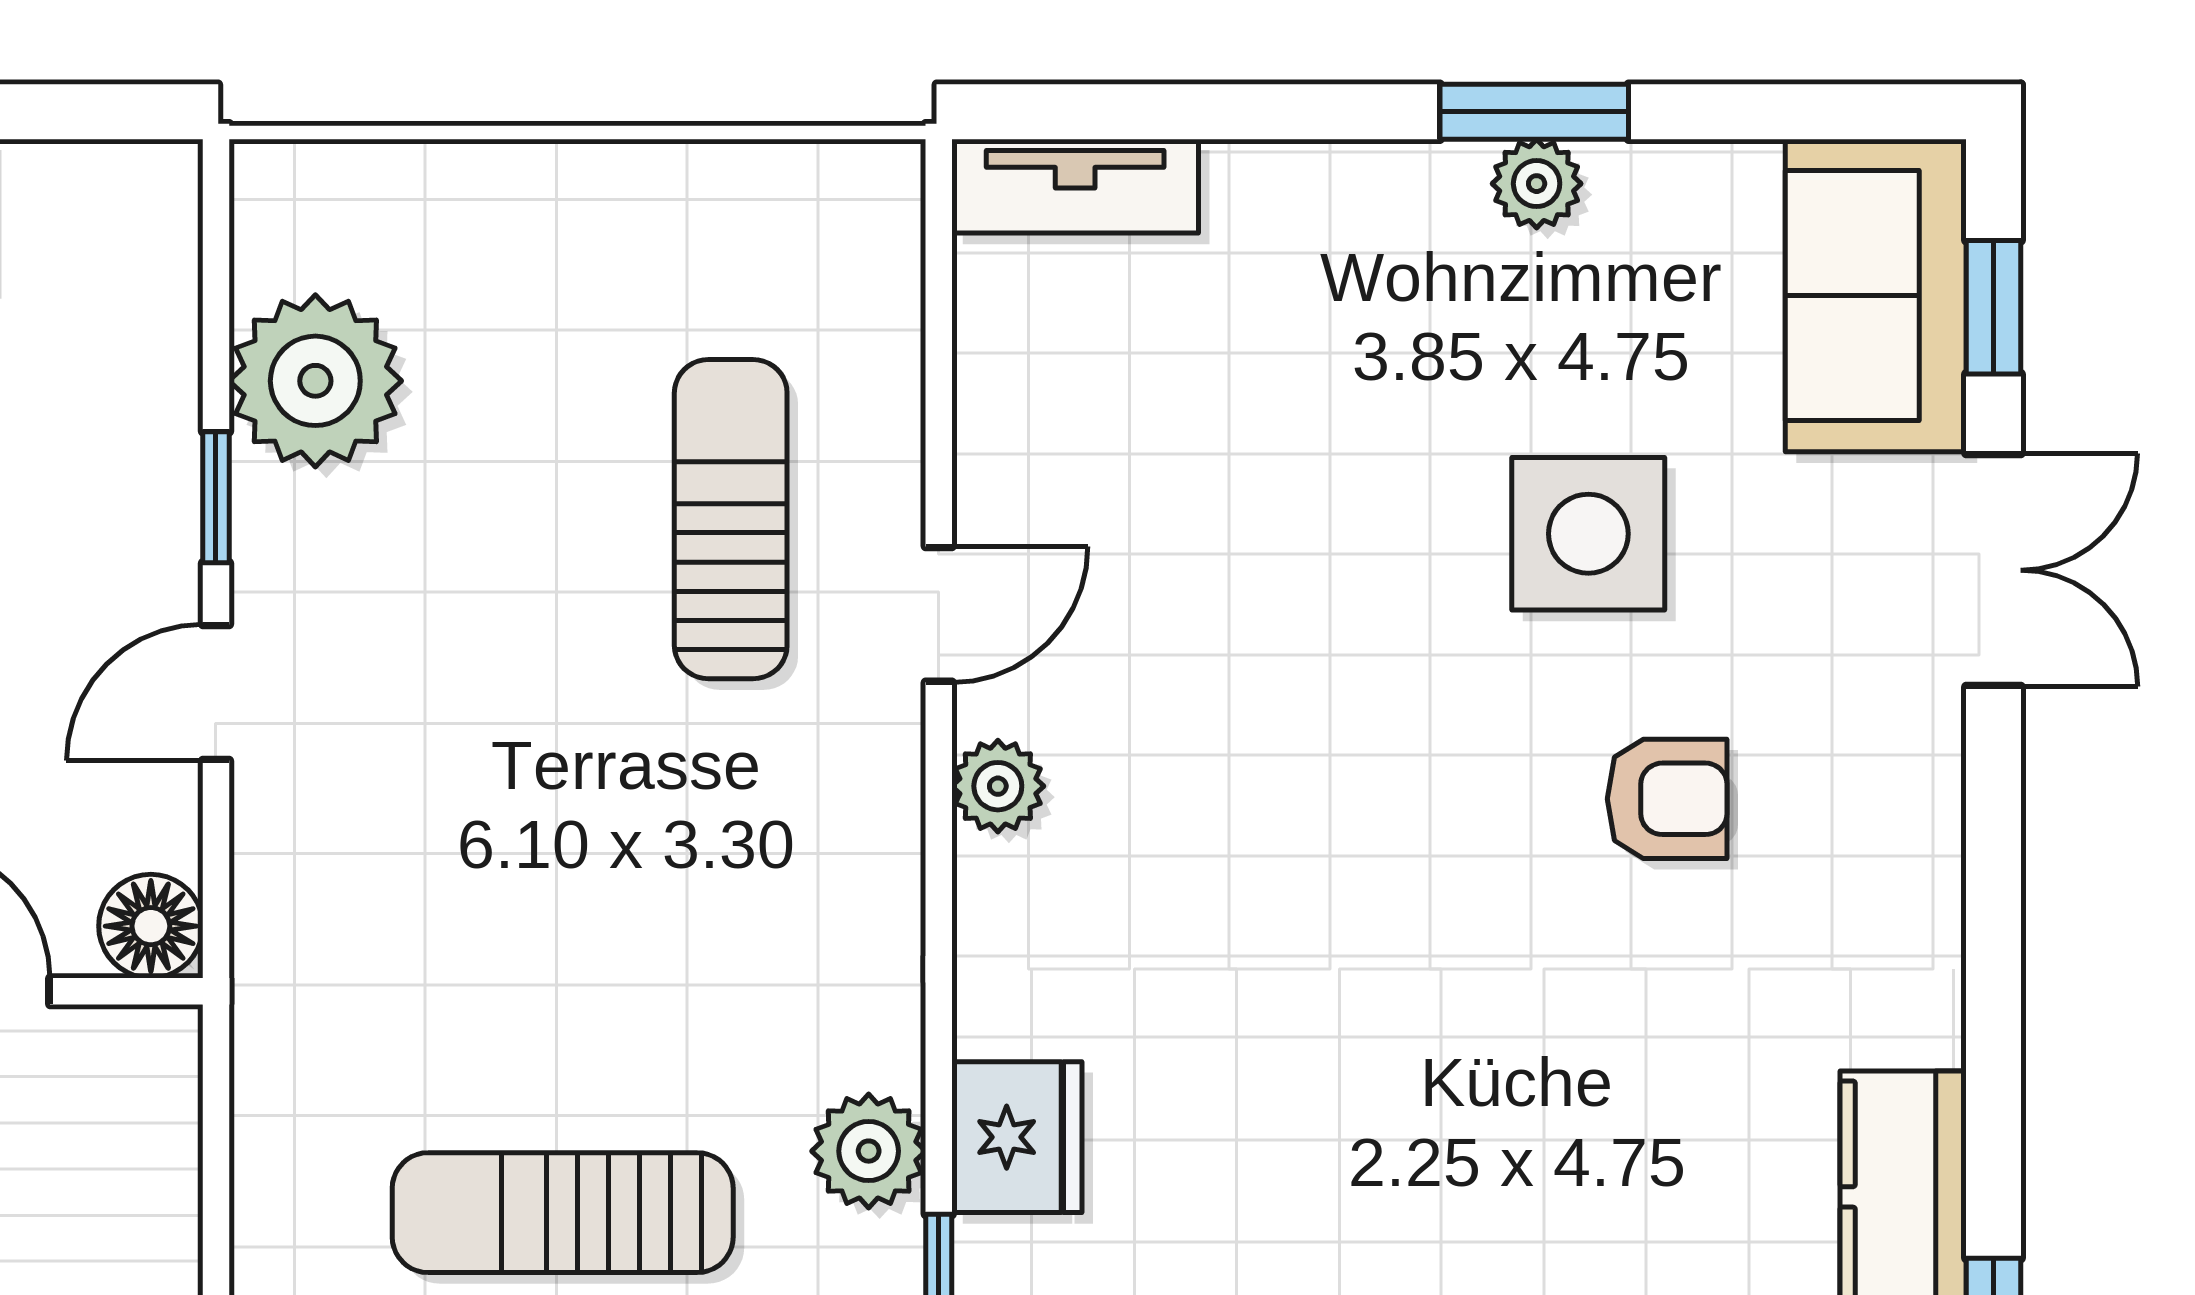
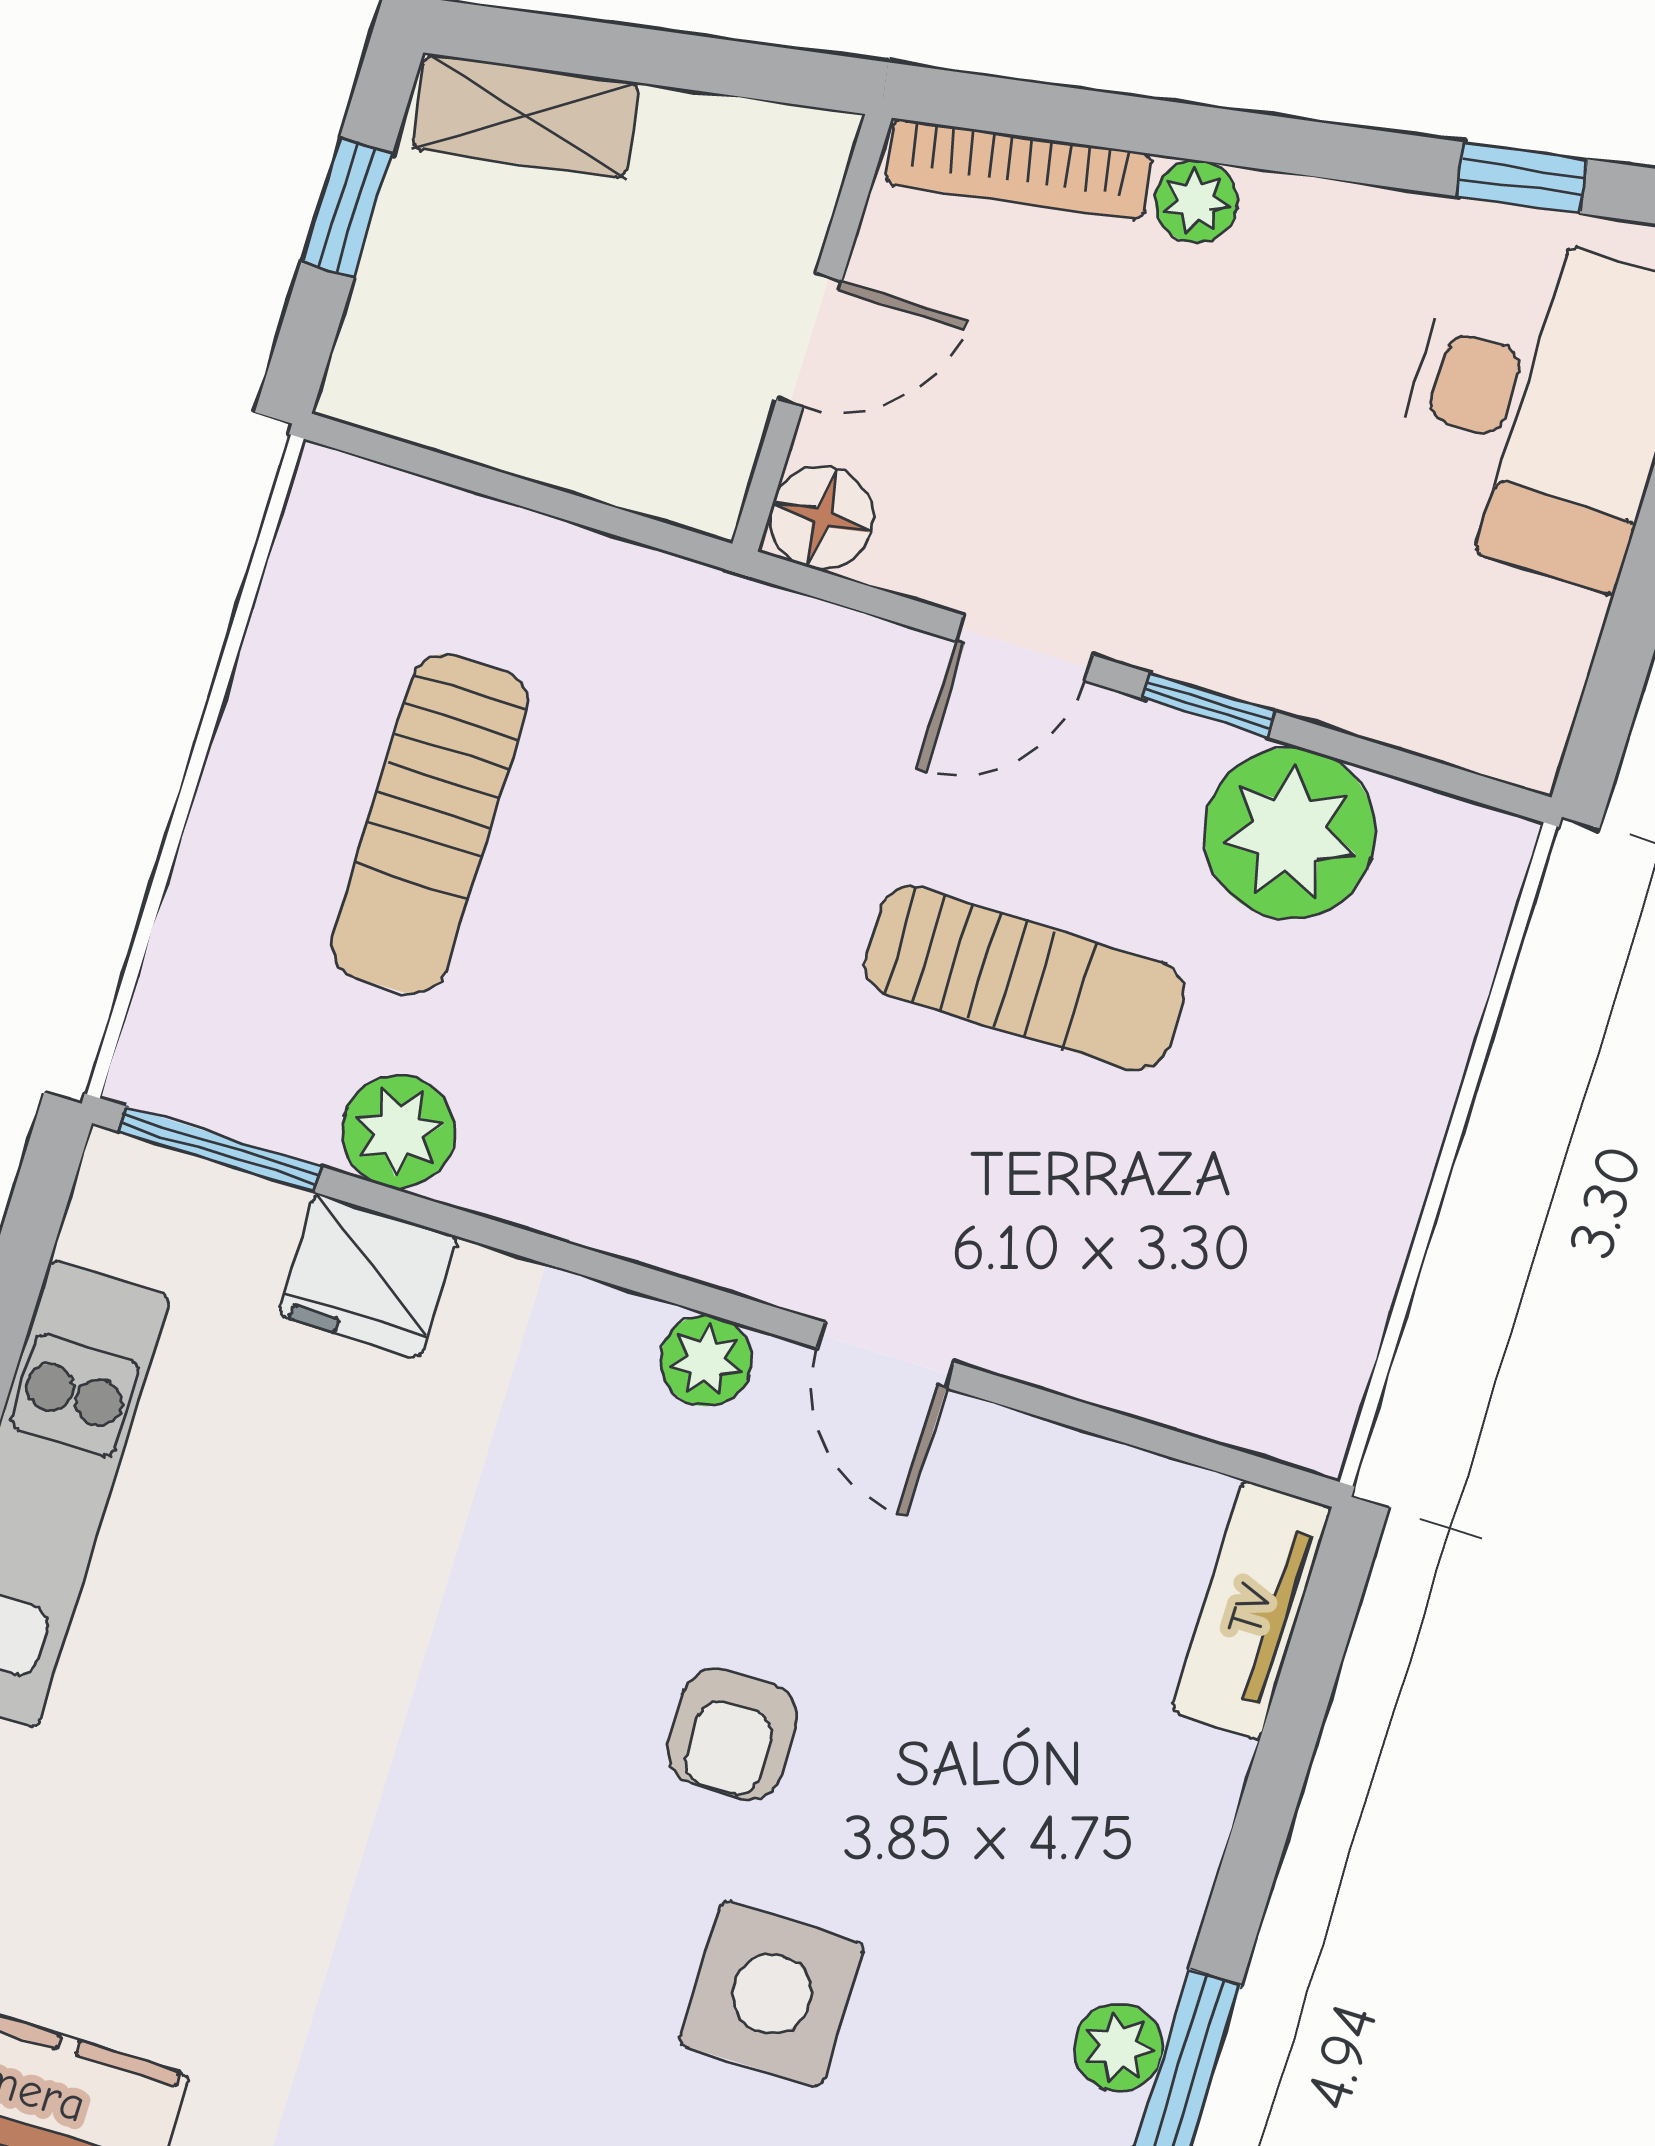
sun lounger: (731, 519) -> (1025, 978), moved
door: (216, 693) -> (1024, 648), swing flipped
armchair: (1667, 799) -> (733, 1734), moved
sun lounger: (563, 1213) -> (430, 824), turned 180

